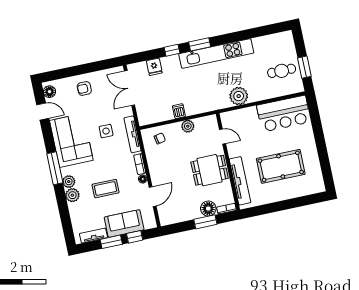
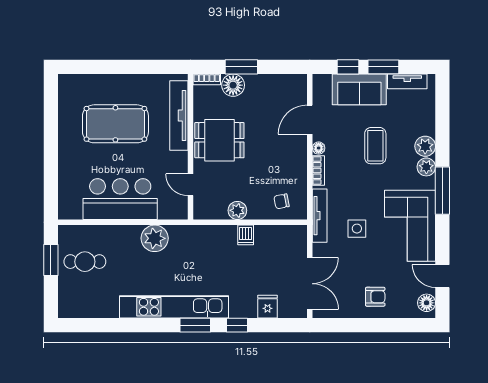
bar counter: (284, 114) -> (120, 199), moved
coffee table: (106, 189) -> (375, 146), turned 90

